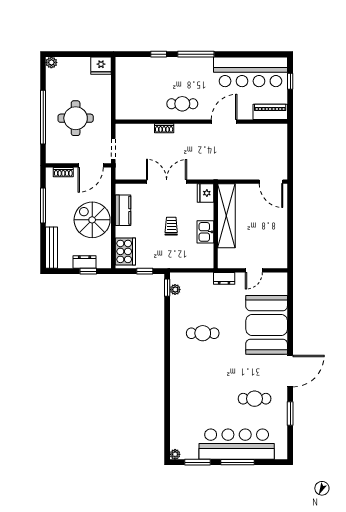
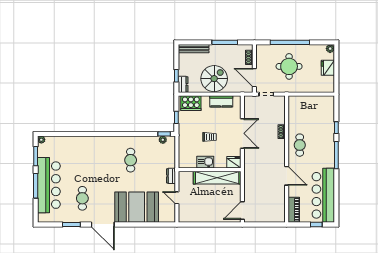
fridge: (101, 66) -> (328, 68), moved
dresser: (85, 262) -> (183, 84), moved

